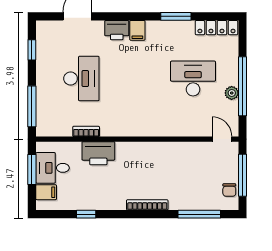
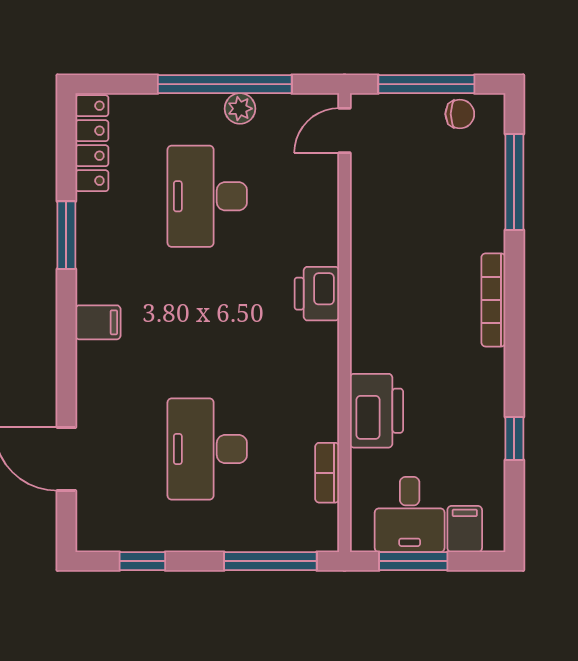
printer: (117, 30) -> (317, 294), moved, turned 180
desk: (81, 79) -> (207, 449), turned -90
bookcase: (86, 131) -> (327, 473), moved

